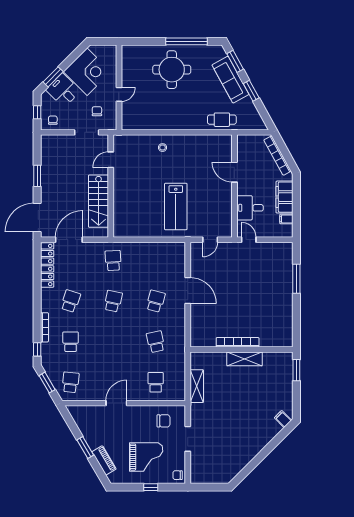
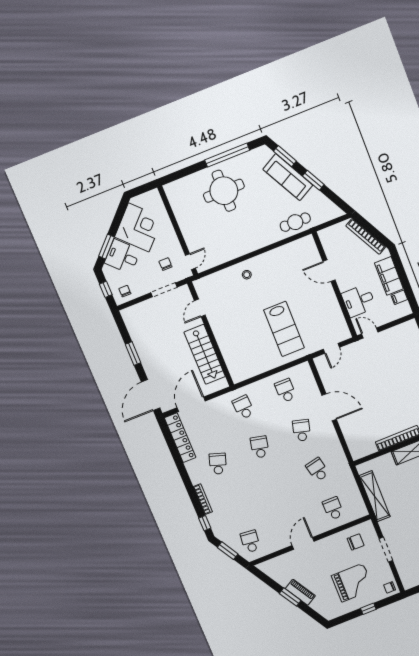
door: (119, 94) -> (190, 262), moved
school desk: (71, 342) -> (285, 391), moved
shelving: (197, 386) -> (375, 496), width x1.47
piano: (104, 460) -> (300, 592), moved

